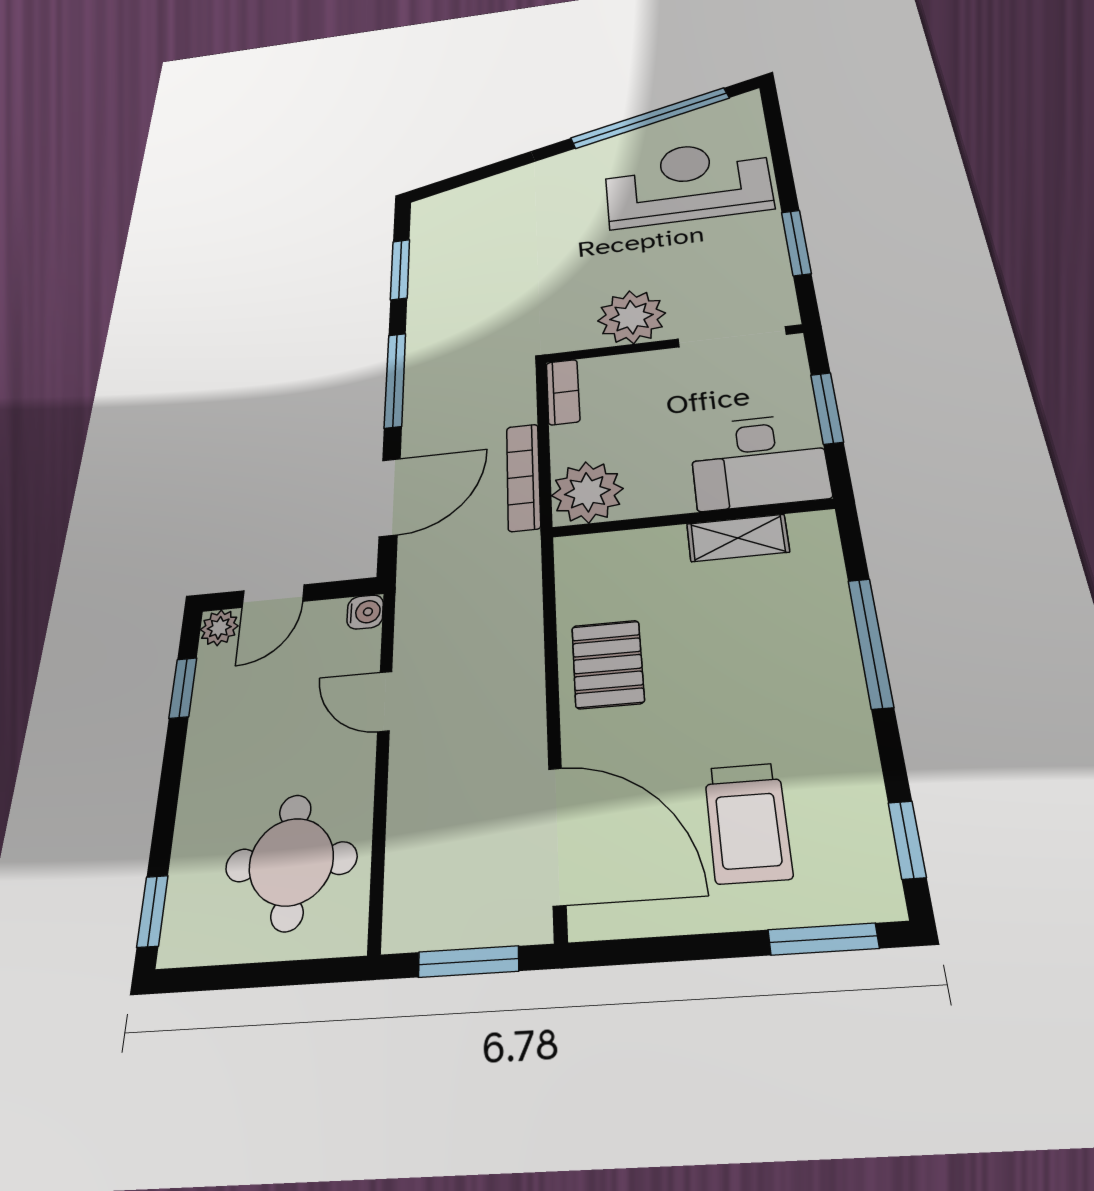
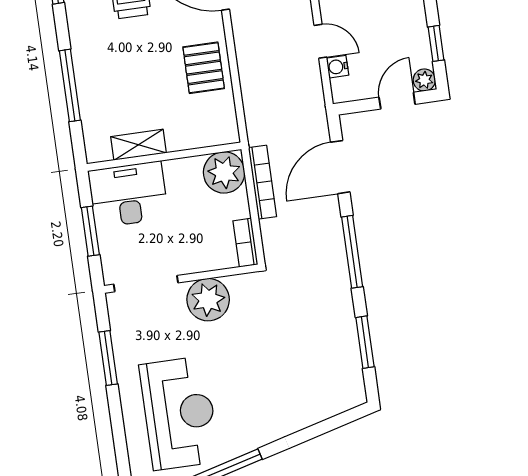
reception desk: (687, 183) -> (179, 413), turned -90
water cooler: (365, 612) -> (337, 67), moved

